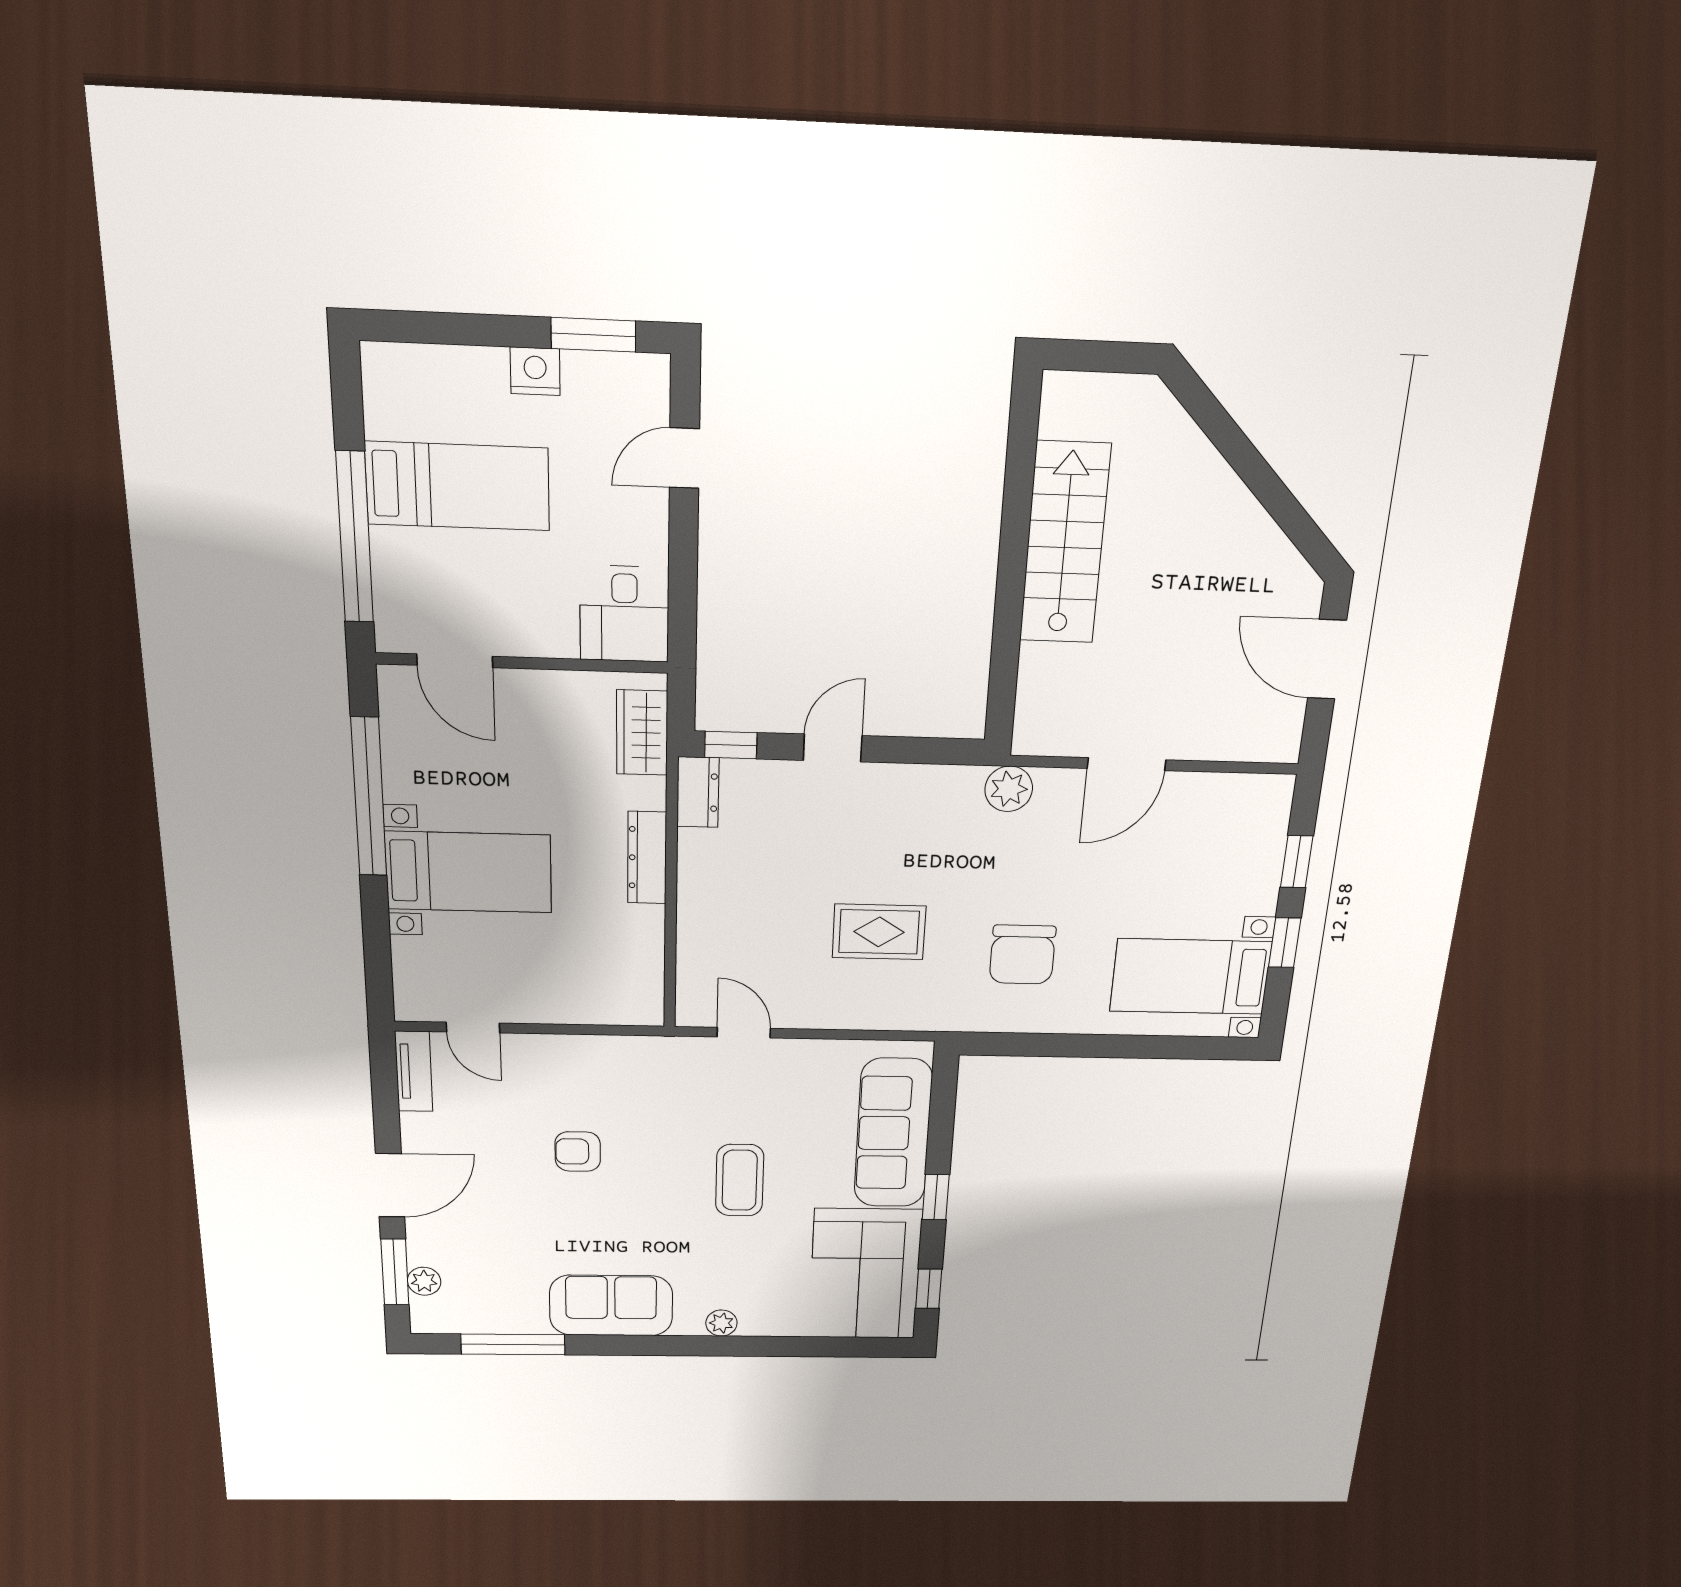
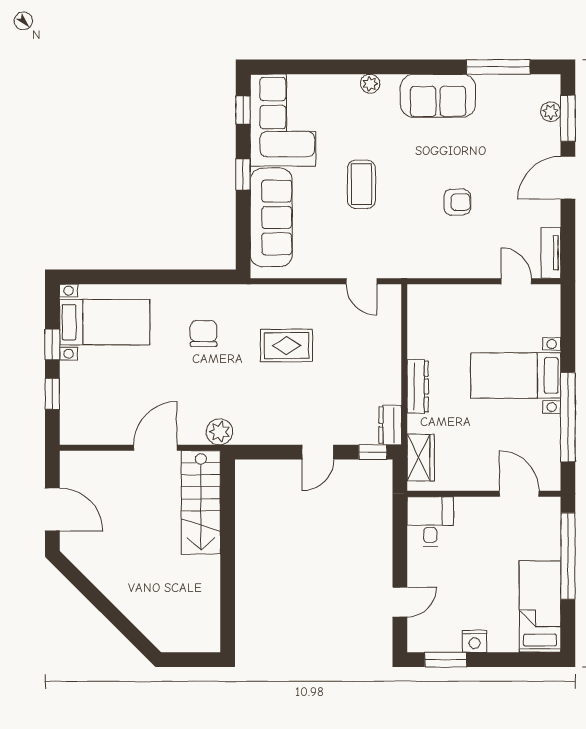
bed: (458, 486) -> (540, 607), moved, turned 90
stairs: (1065, 543) -> (201, 502), moved
chair: (1022, 955) -> (204, 334), width x0.73, depth x0.73

